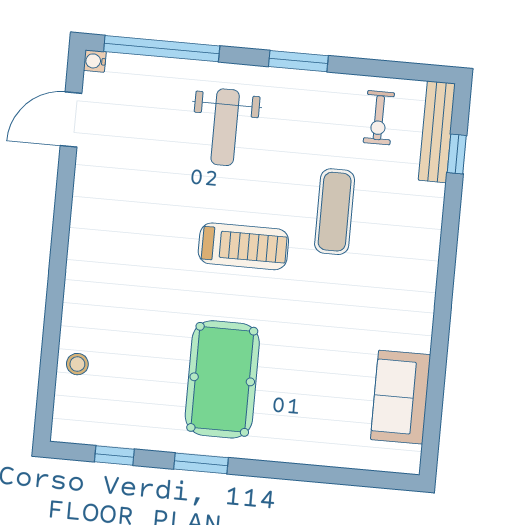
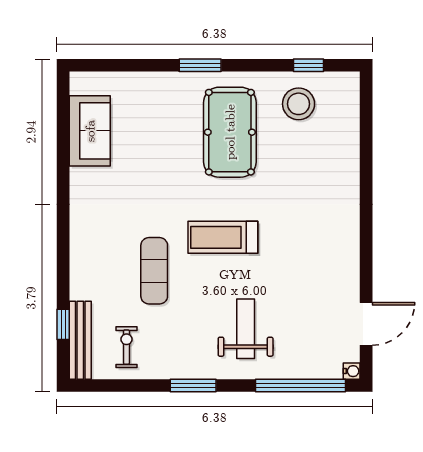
stool: (77, 364) -> (299, 104), moved, width x1.89, depth x1.89
window: (201, 463) -> (200, 65), moved

